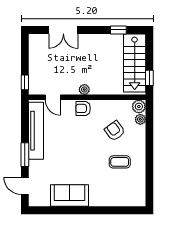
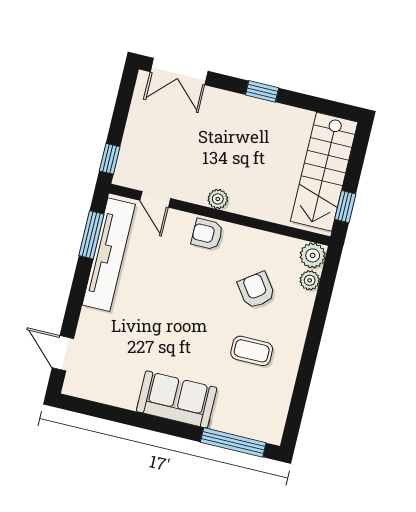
double door: (63, 30) -> (179, 71), moved
window: (118, 30) -> (262, 91), moved
window: (25, 155) -> (91, 235), moved
sofa: (69, 195) -> (177, 400), moved
window: (121, 210) -> (233, 442), added

